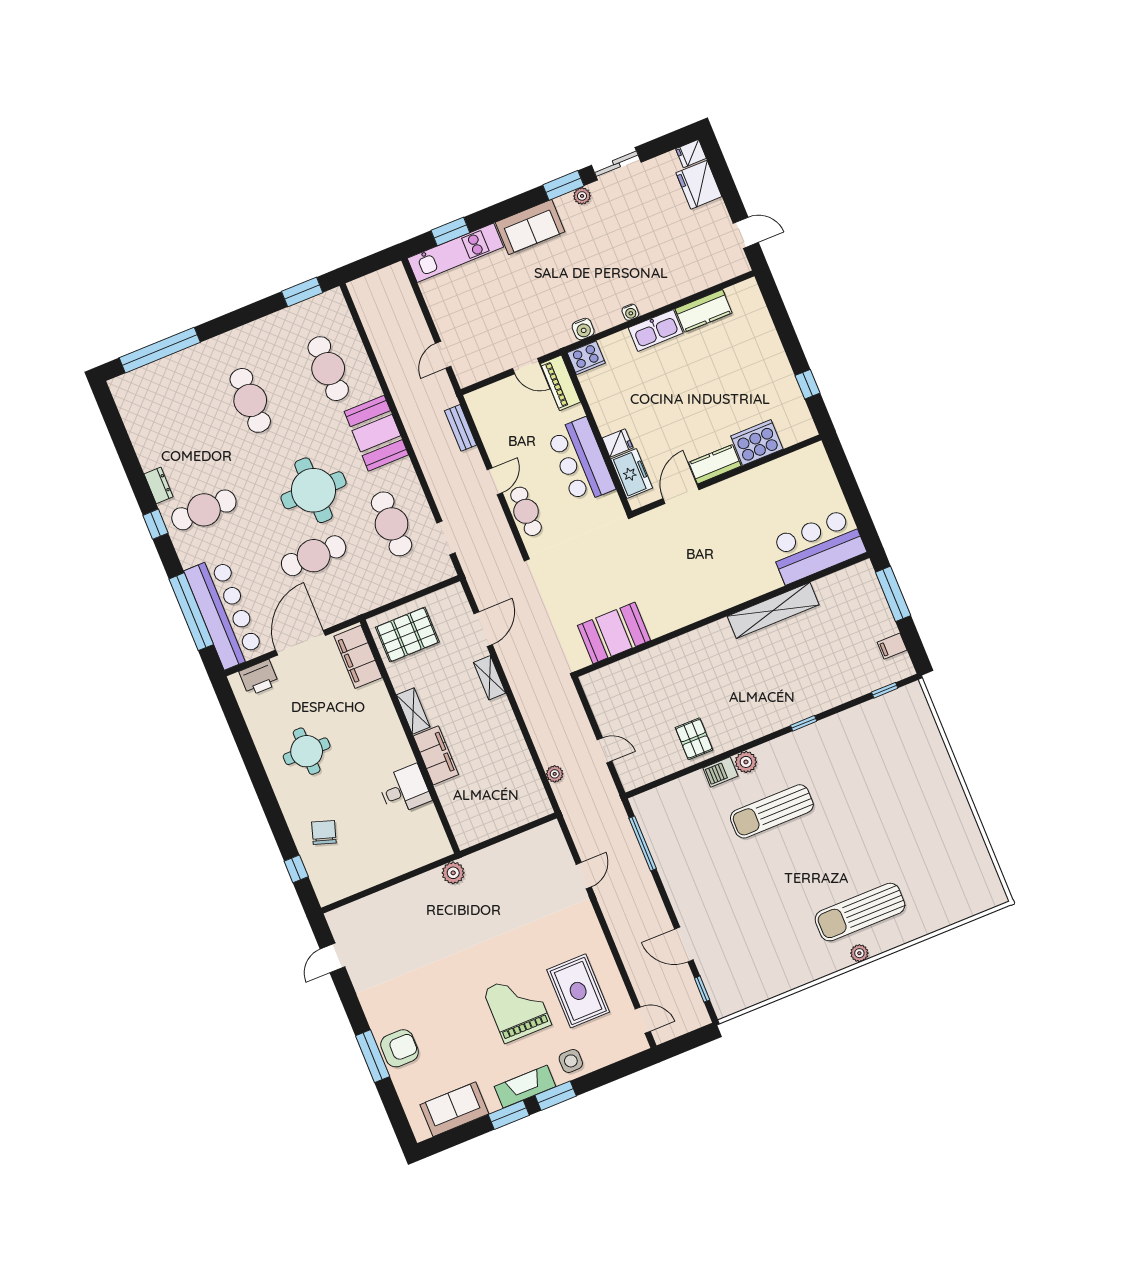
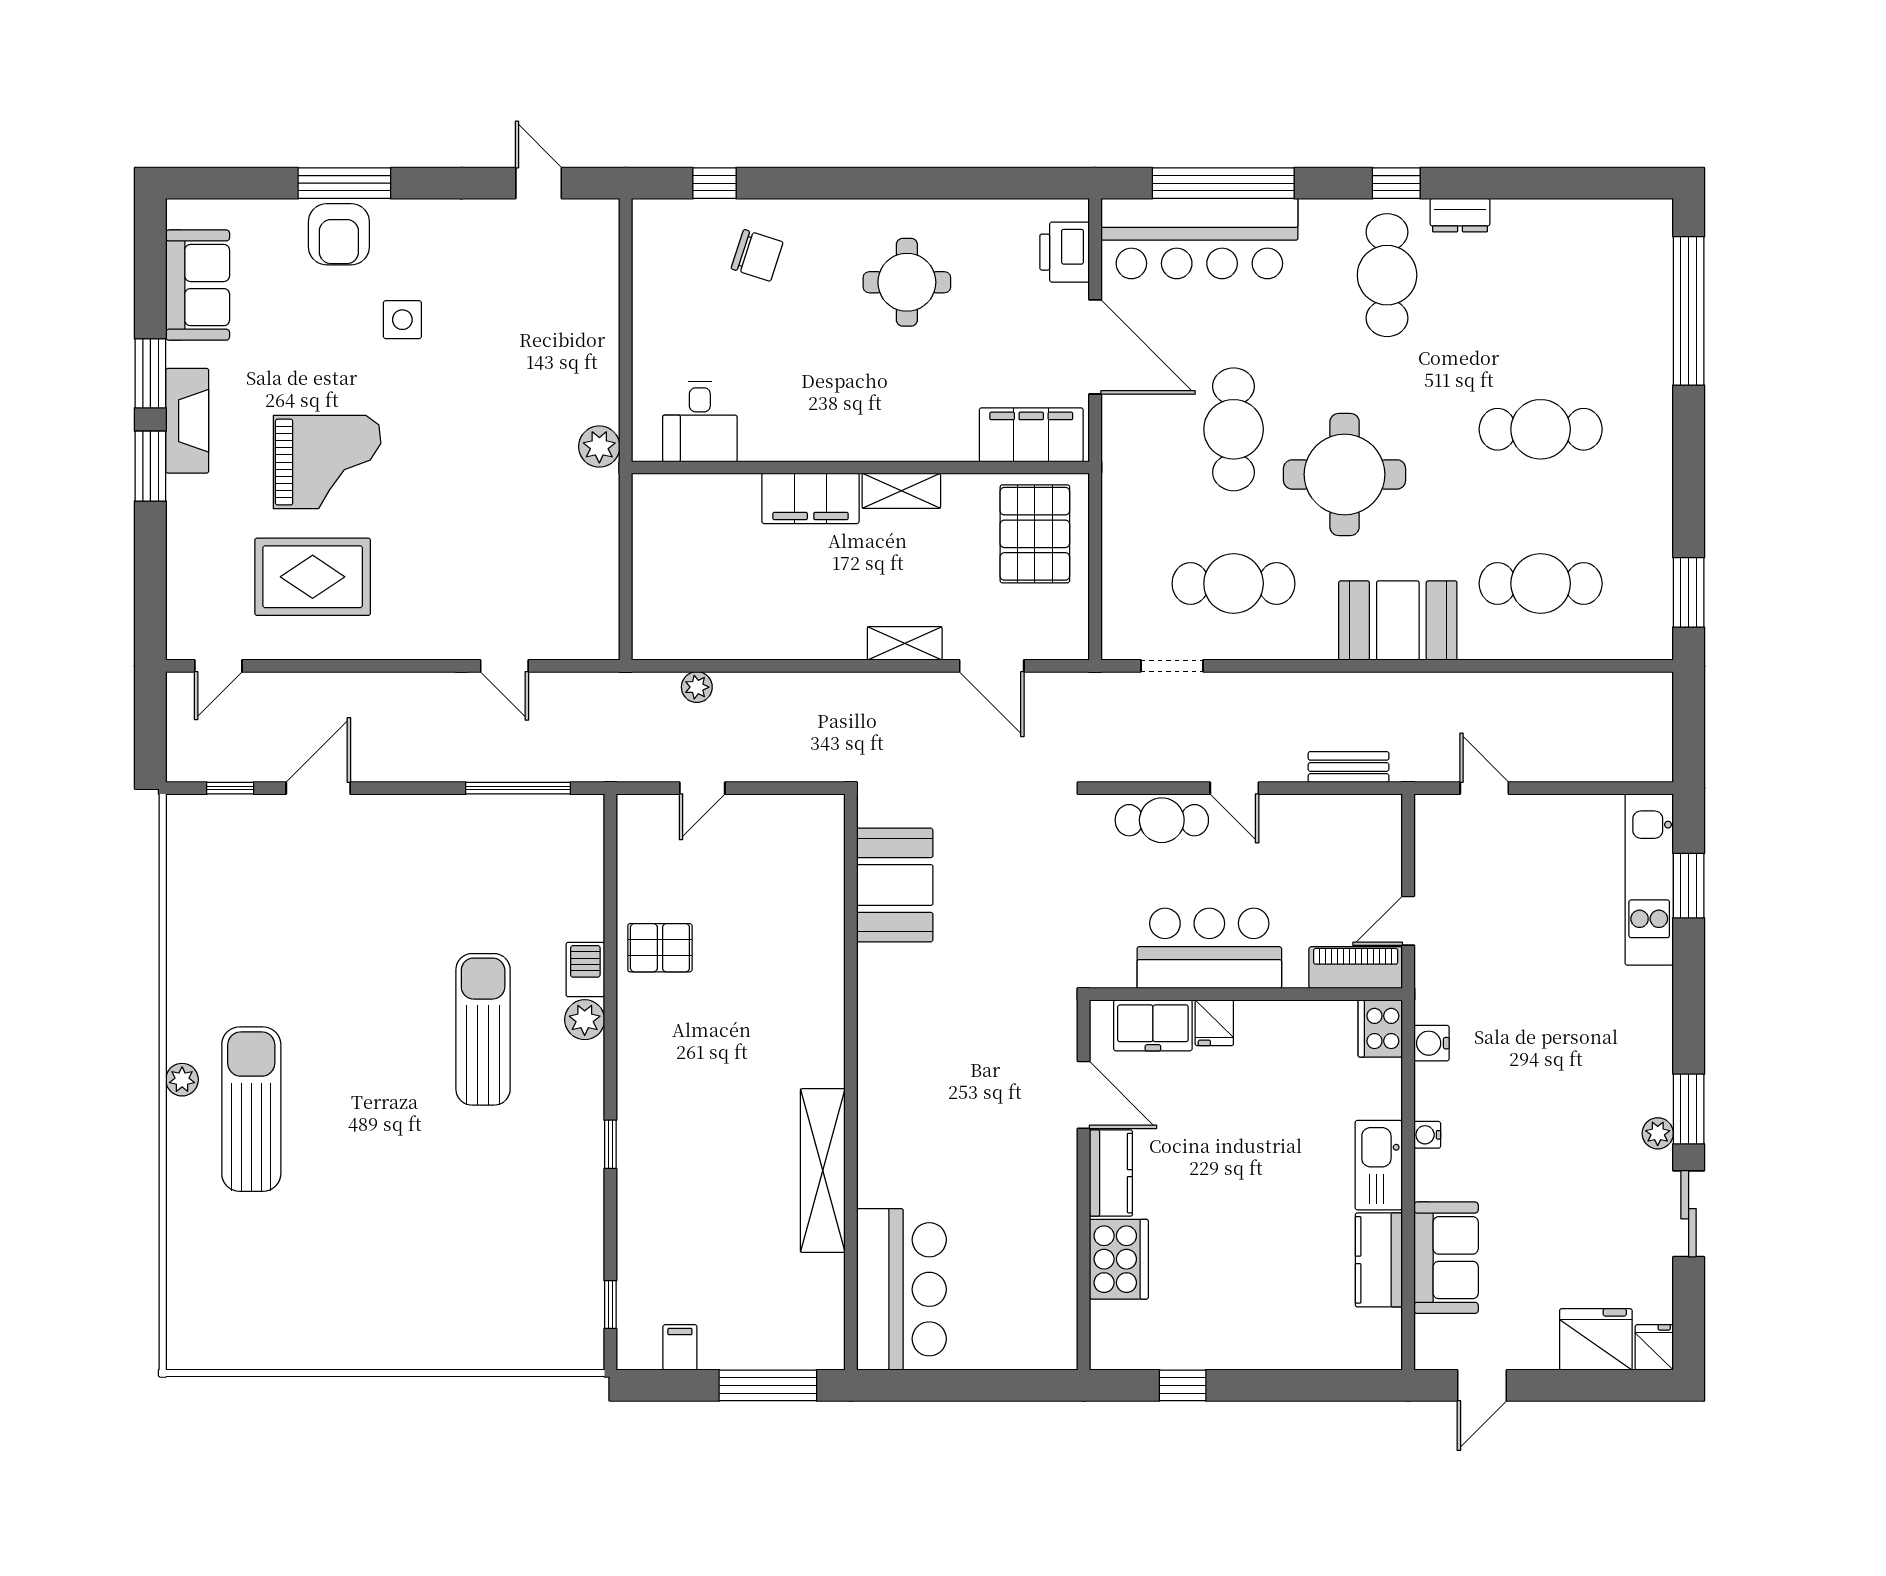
sofa: (530, 227) -> (1446, 1258), moved, turned 180
desk: (404, 790) -> (700, 422), moved
side table: (571, 1061) -> (402, 320), moved

